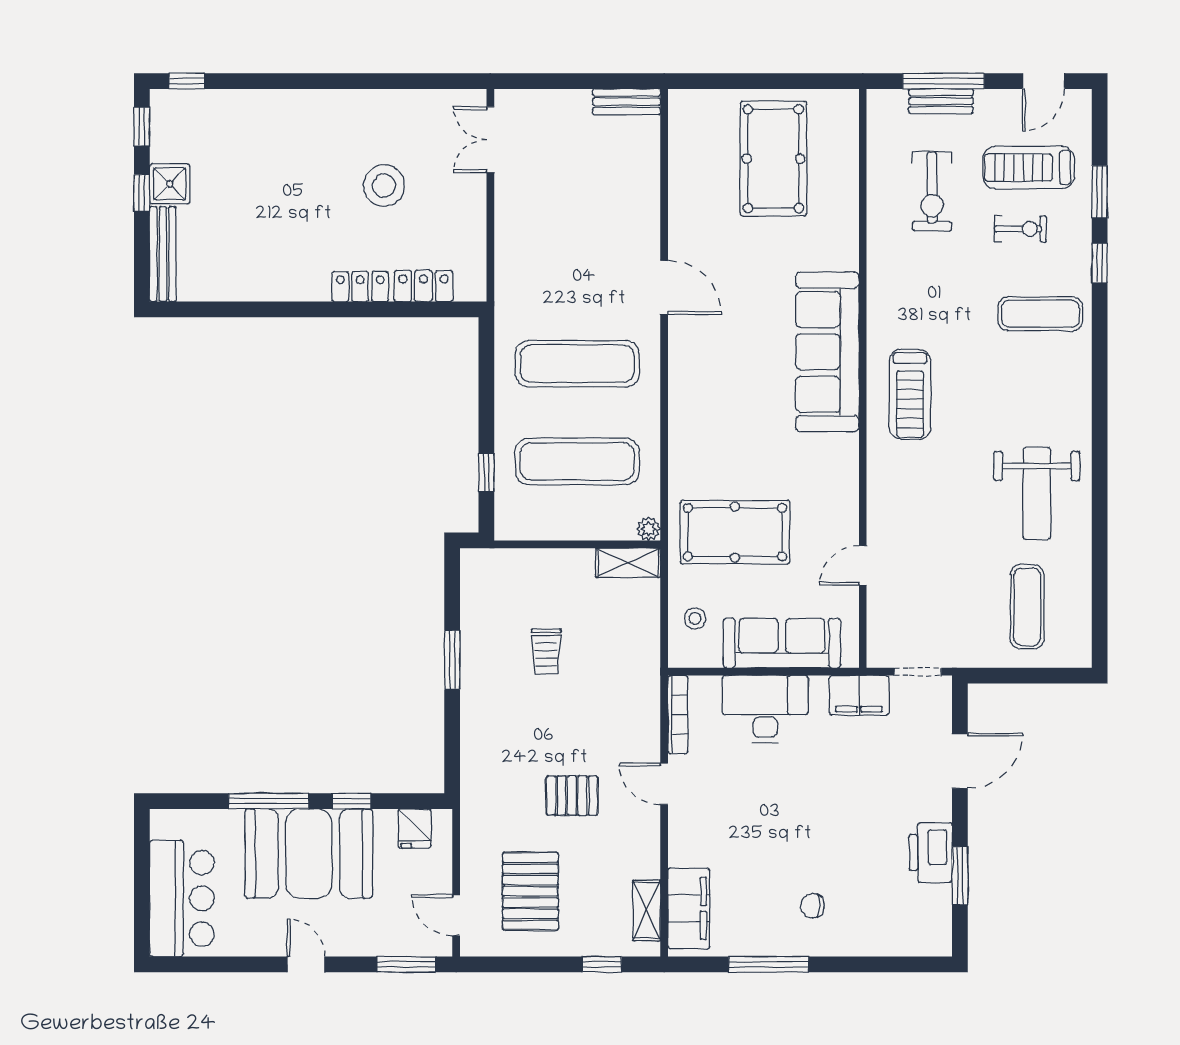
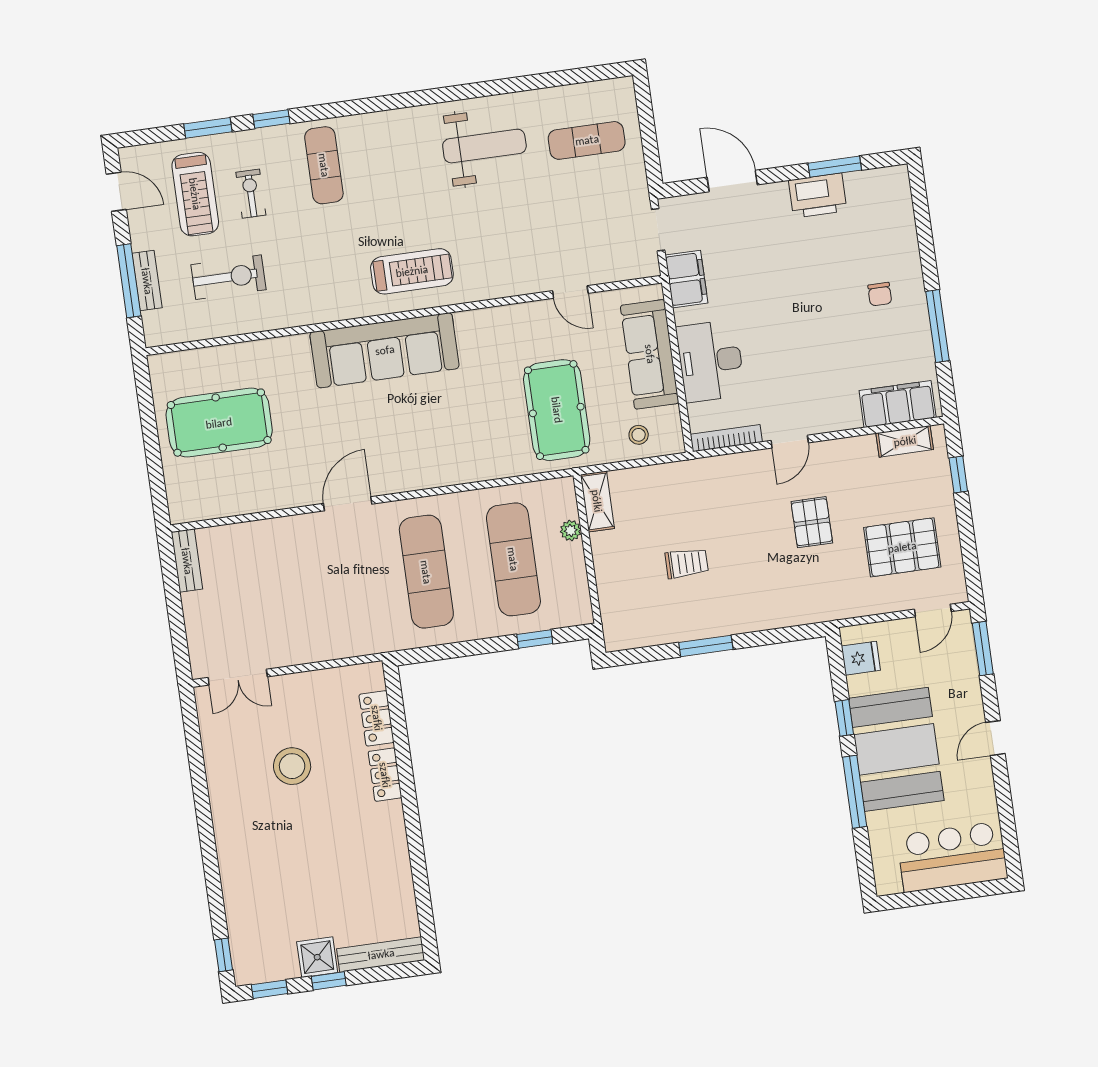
plant: (649, 529) -> (571, 530), moved

